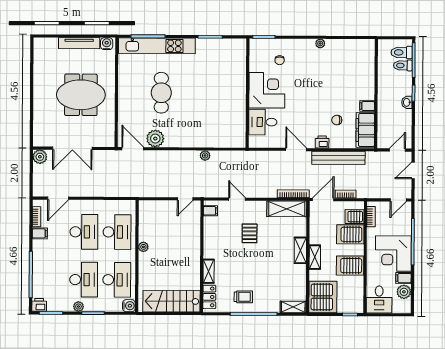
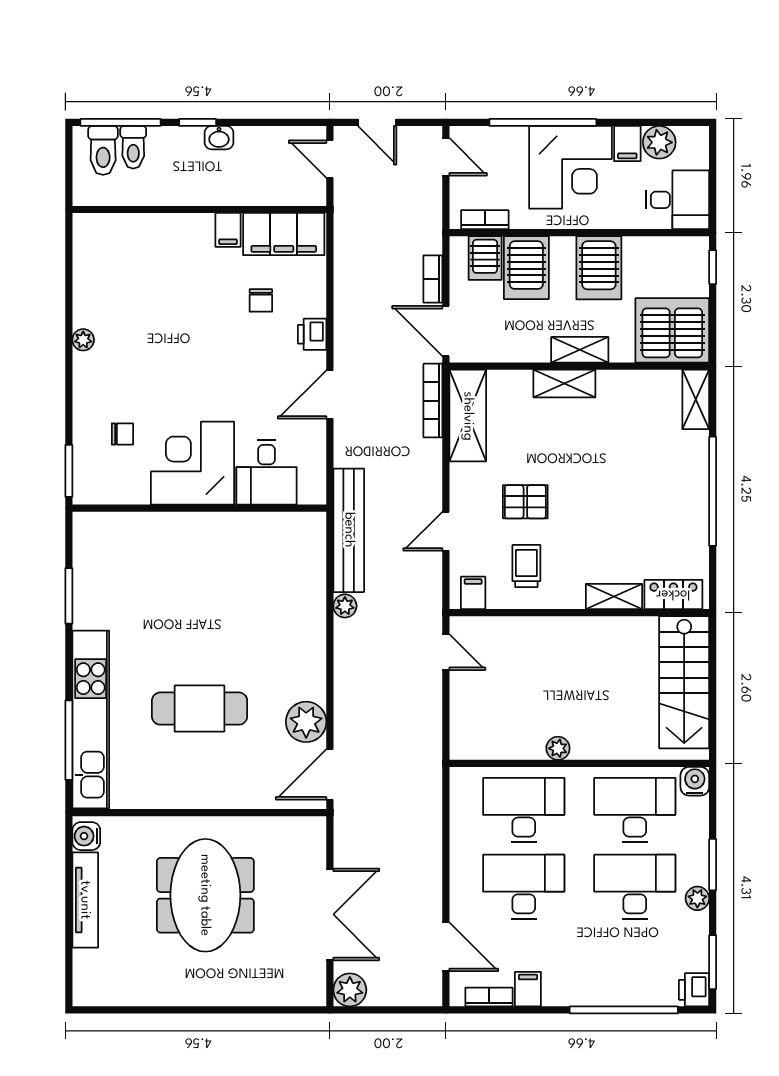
bench: (338, 158) -> (349, 530), moved
trolley: (243, 297) -> (526, 566), moved

